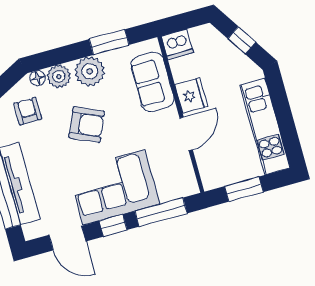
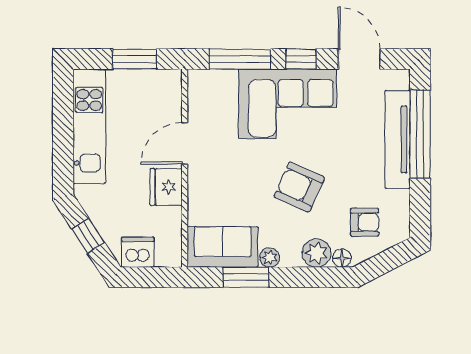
dishwasher: (177, 44) -> (138, 252), moved
plant: (90, 71) -> (270, 258), width x0.53, depth x0.53
sofa: (152, 82) -> (223, 247), moved, turned -90
armchair: (28, 111) -> (365, 222), turned -90

